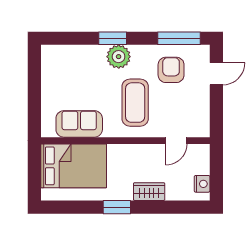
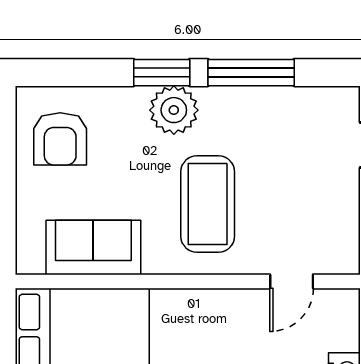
window: (179, 38) -> (251, 73), moved
armchair: (171, 70) -> (60, 139), moved, turned 180

